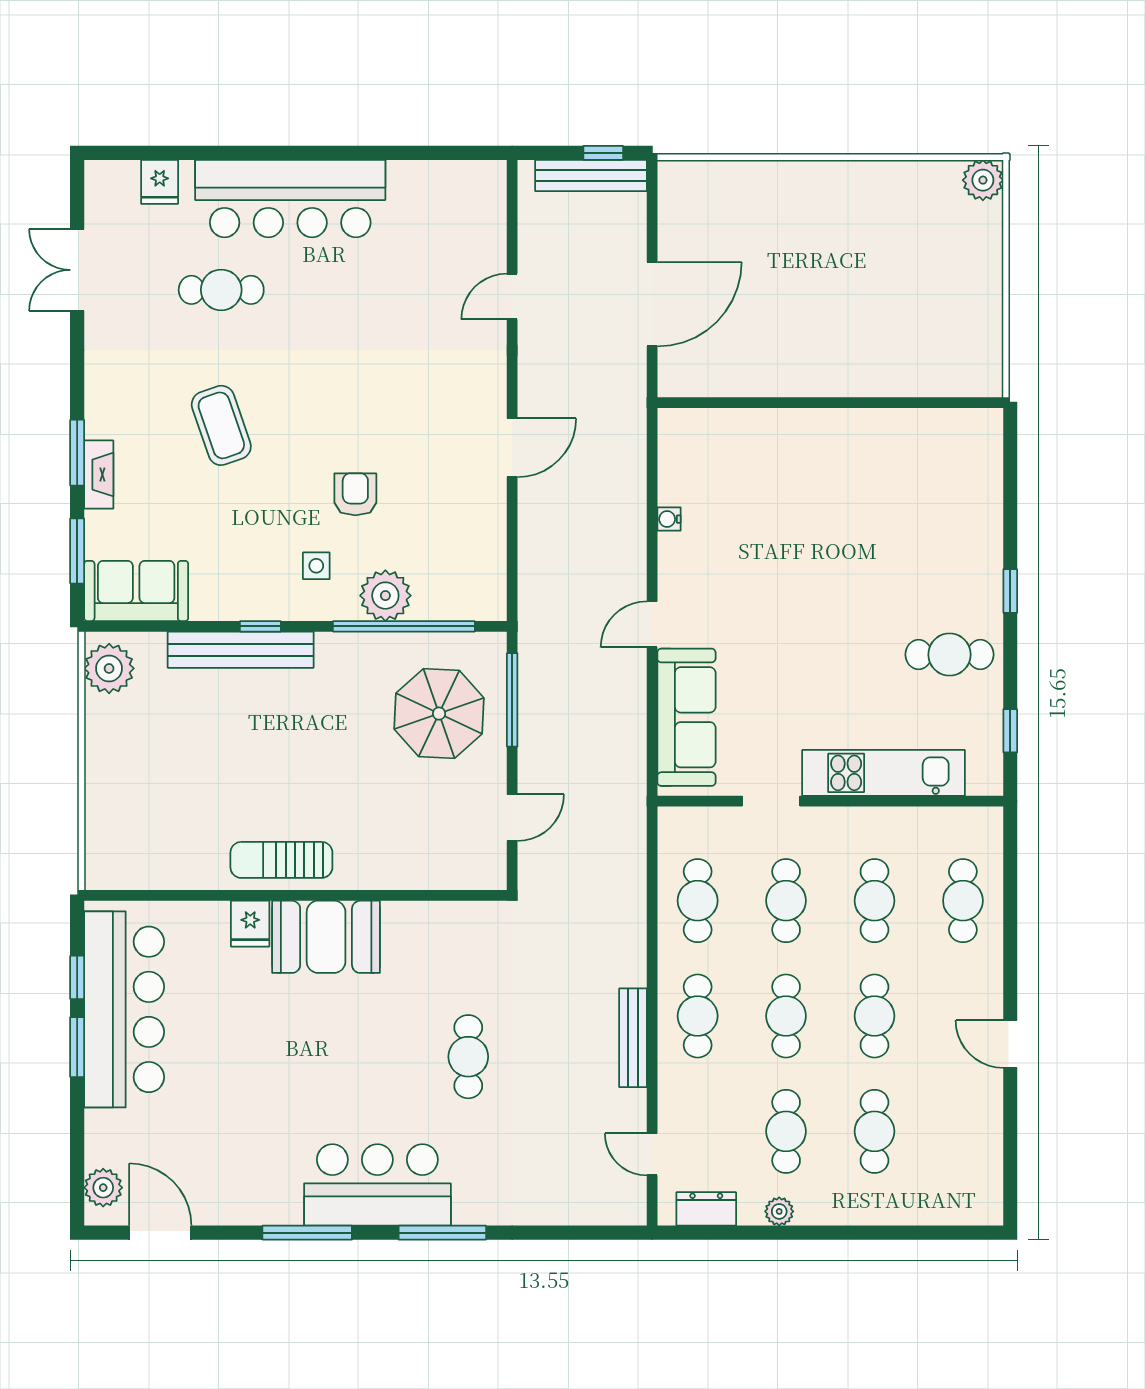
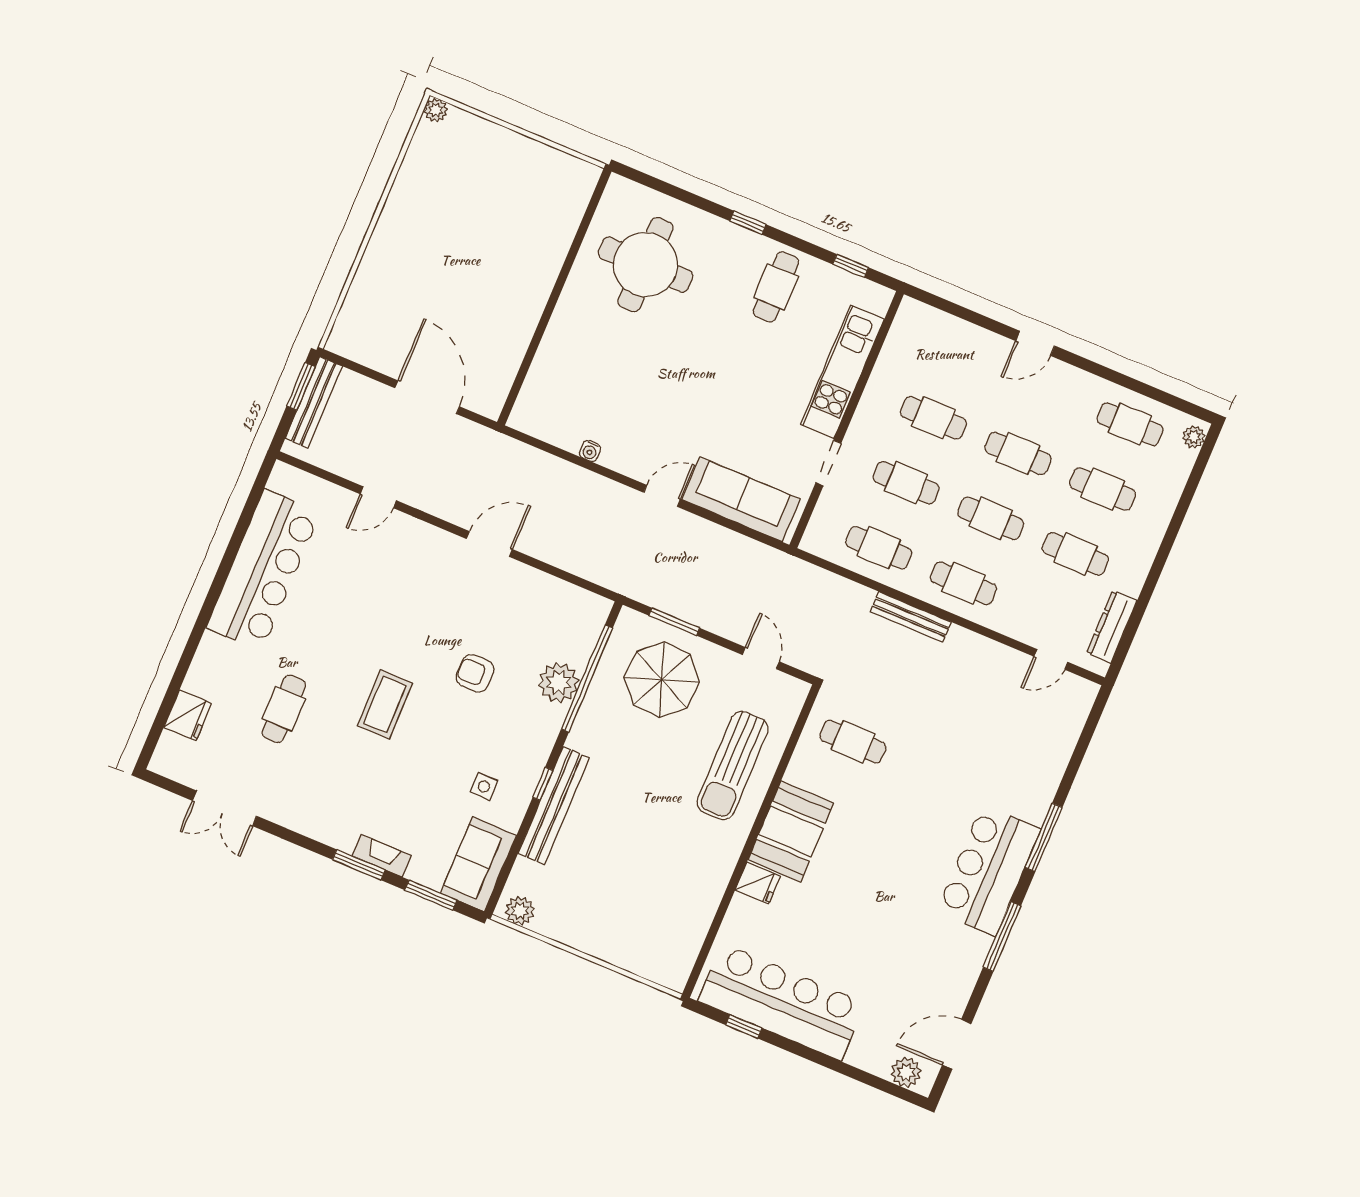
window: (603, 153) -> (301, 386), width x1.50
plant: (983, 180) -> (436, 110), width x0.73, depth x0.73
fridge: (160, 182) -> (188, 715), width x1.38
bar counter: (290, 199) -> (263, 570), moved
door: (512, 296) -> (378, 497), hinge flipped
coffee table: (221, 425) -> (385, 704), moved, turned -71
door: (512, 448) -> (489, 544), hinge flipped
round table: (912, 493) -> (645, 265), added
side table: (316, 566) -> (484, 786), moved
door: (652, 624) -> (662, 496), swing flipped
plant: (109, 668) -> (520, 911), width x0.73, depth x0.73
window: (512, 700) -> (674, 622), width x0.69
sun lounger: (281, 860) -> (733, 766), moved, width x1.36, depth x1.34
cafe table: (963, 901) -> (1130, 424), moved
bench: (633, 1038) -> (911, 617), moved
door: (1010, 1044) -> (1035, 343), moved
window: (77, 1047) -> (795, 1048), removed
cafe table: (468, 1057) -> (853, 742), moved
dresser: (706, 1209) -> (1112, 627), width x1.44
plant: (779, 1211) -> (1194, 437), moved

